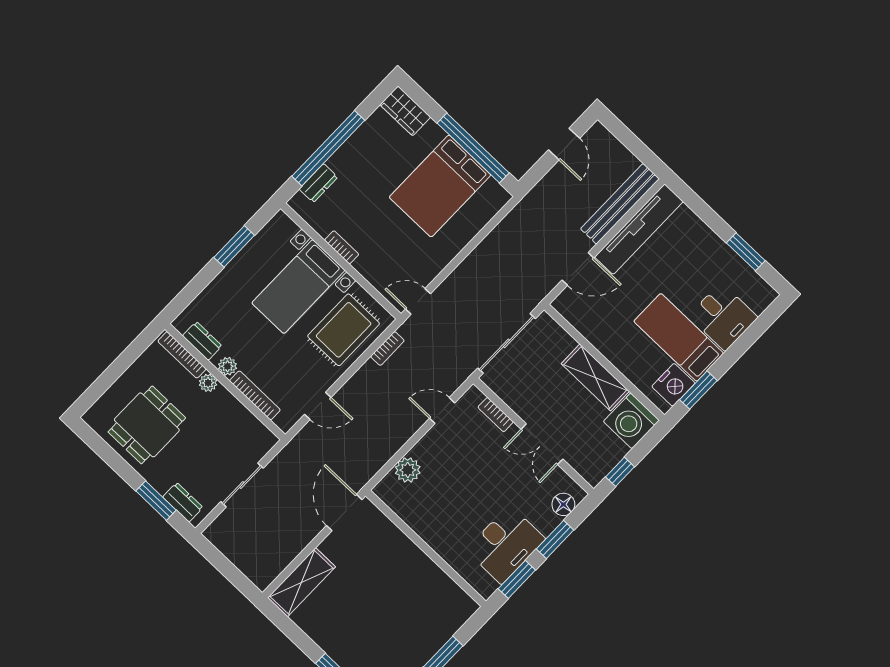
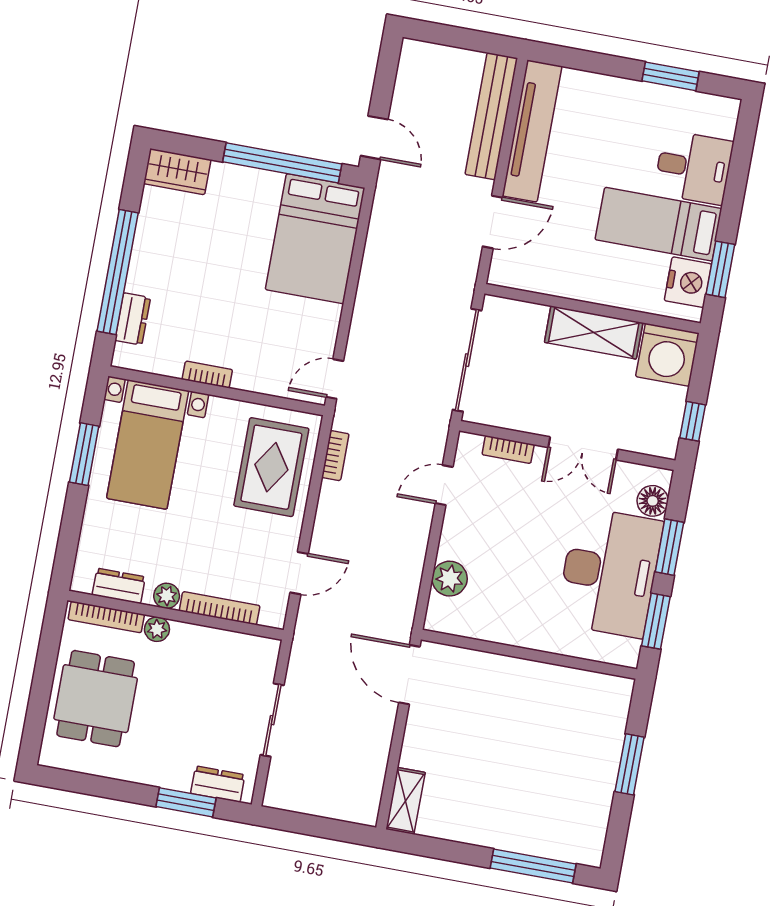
door: (564, 144) -> (374, 138), moved
bed: (440, 186) -> (315, 239), moved
bed with nightstands: (298, 286) -> (148, 444), moved
dining table: (147, 425) -> (96, 699), moved
desk: (505, 544) -> (609, 572), width x1.36, depth x1.30
shelving: (302, 582) -> (405, 801), width x0.67, depth x0.75

